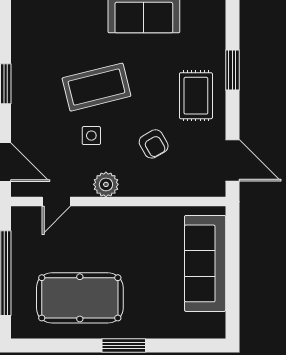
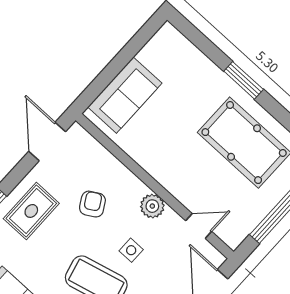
sofa: (205, 263) -> (125, 95), width x0.73

